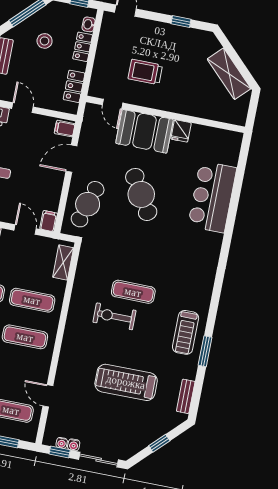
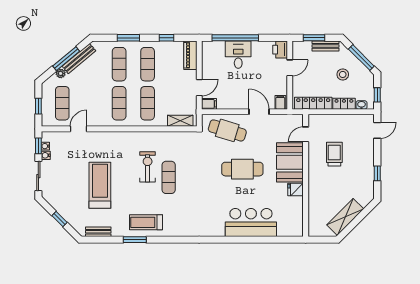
locker: (74, 86) -> (313, 103), width x1.53
cafe table: (141, 194) -> (242, 169), turned 31

